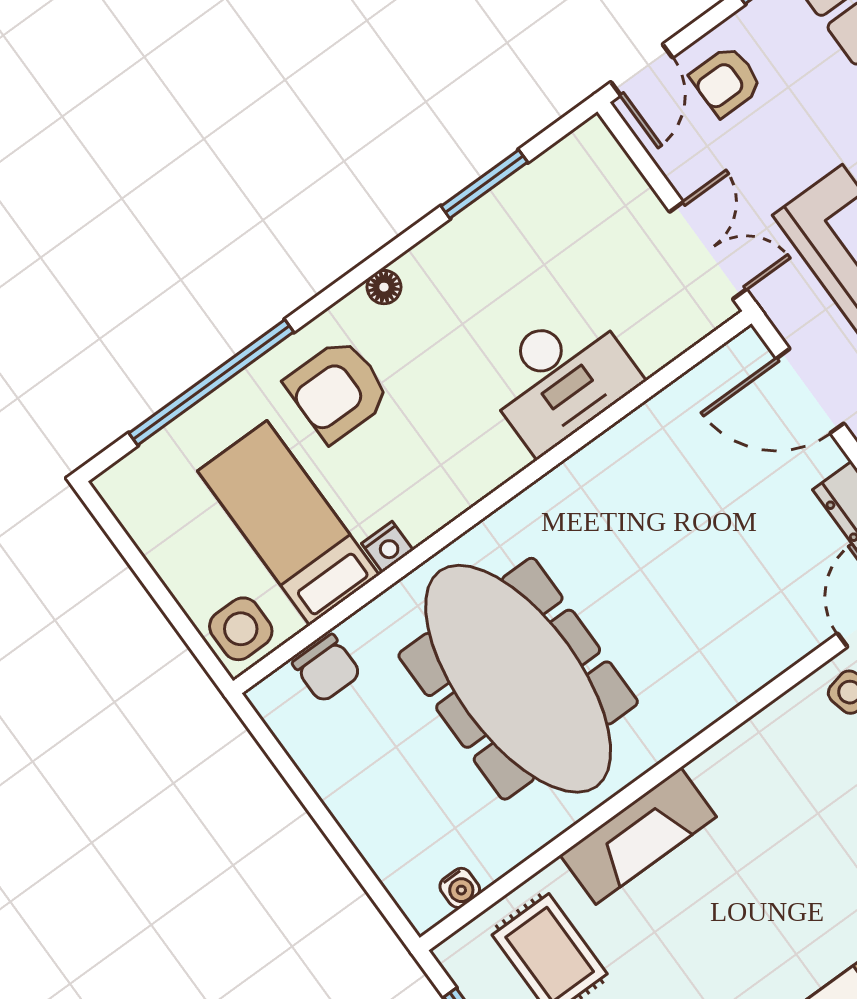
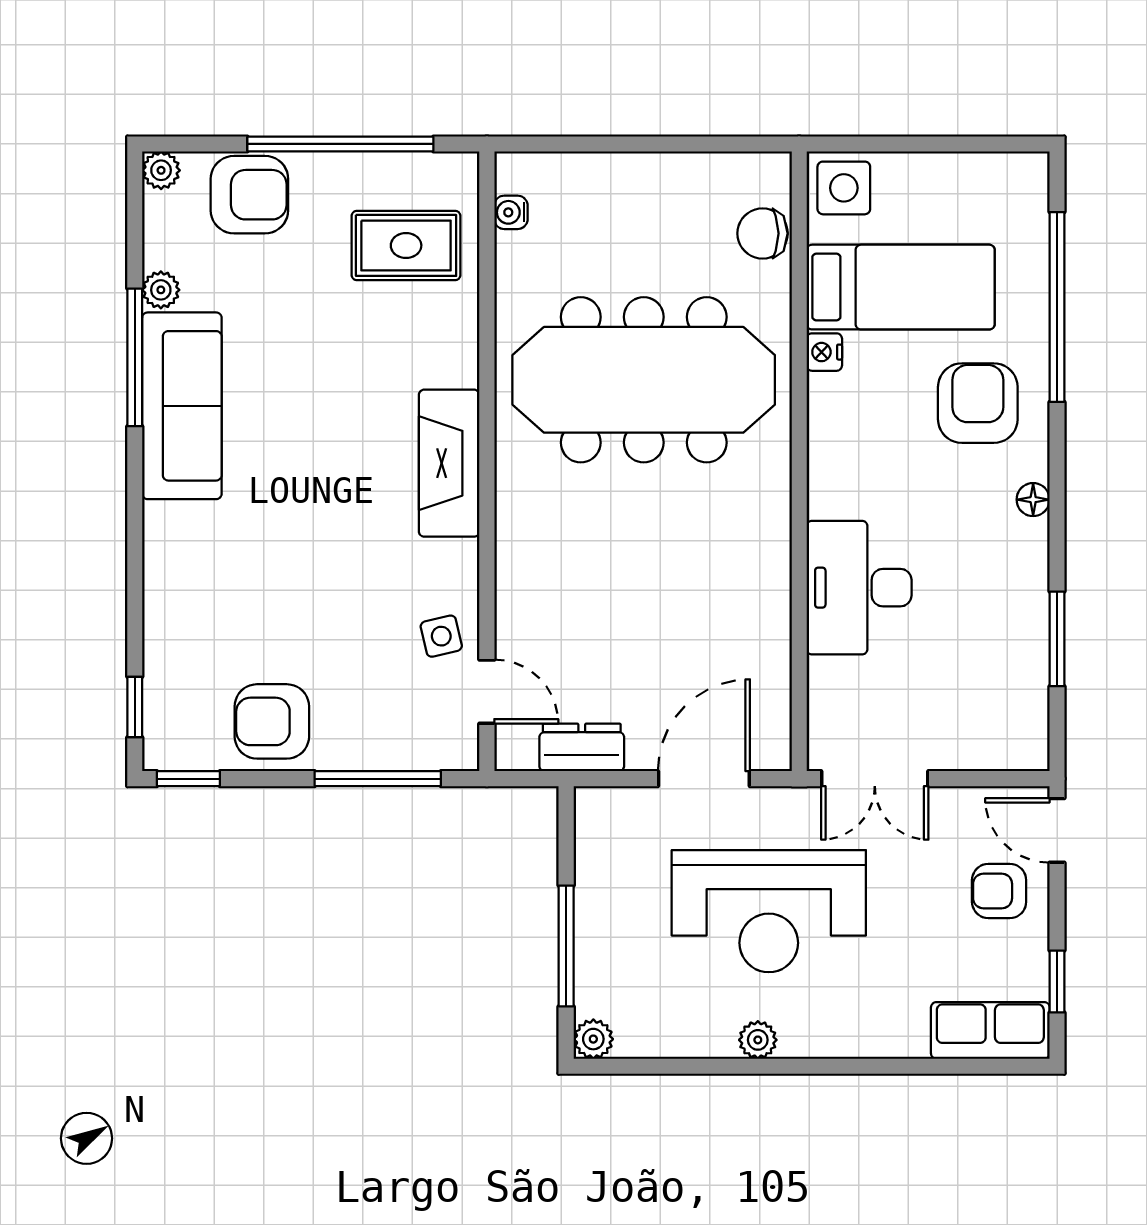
armchair: (726, 81) -> (999, 891), turned -90
fireplace: (638, 836) -> (449, 463), moved

